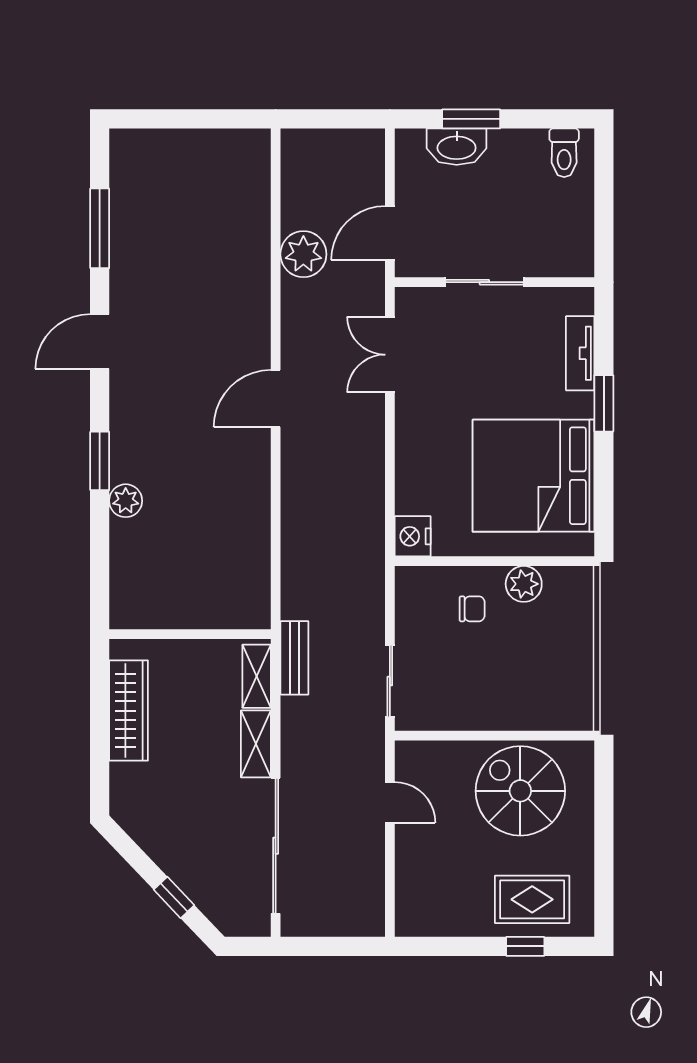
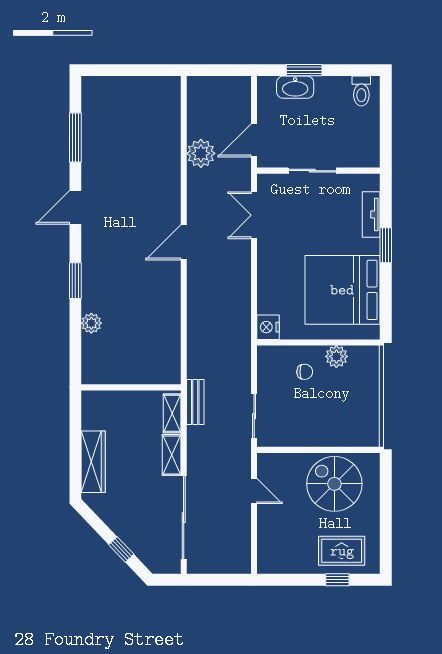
plant: (126, 501) -> (91, 323), moved
wardrobe: (129, 711) -> (93, 462), moved

